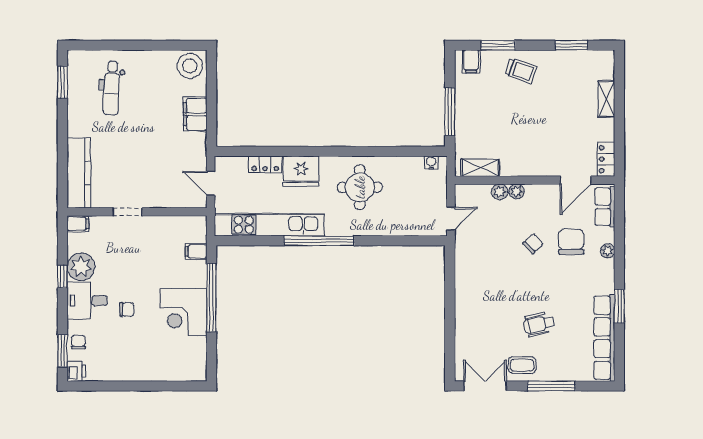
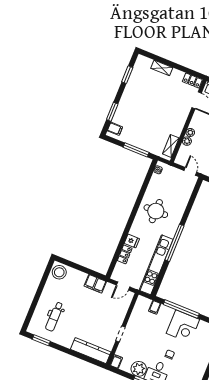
trolley: (521, 71) -> (130, 105), removed
dental chair: (111, 88) -> (54, 317), turned 87
filing cabinet: (195, 114) -> (95, 284), moved
fridge: (301, 171) -> (132, 241), width x0.53, depth x0.75

